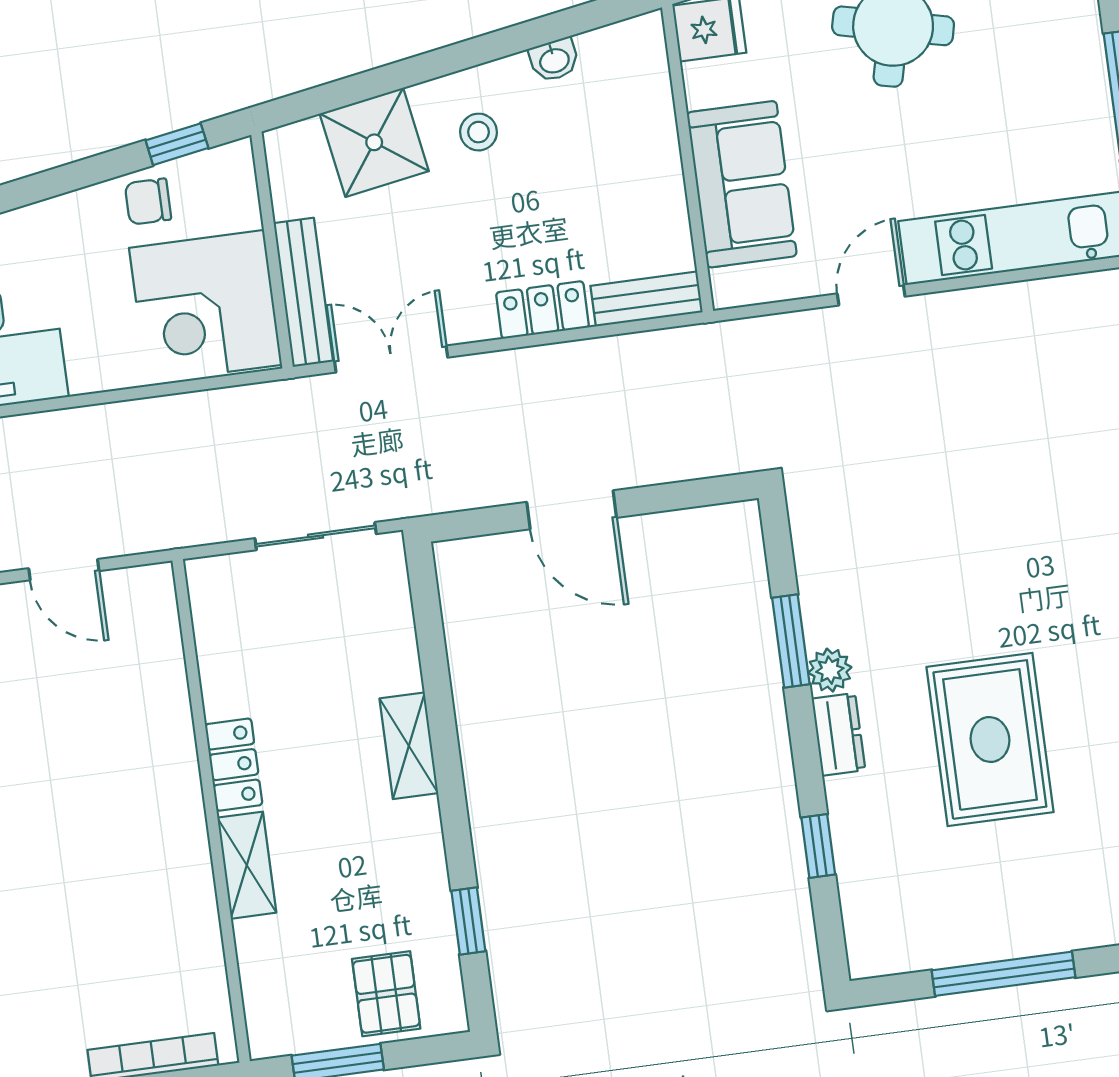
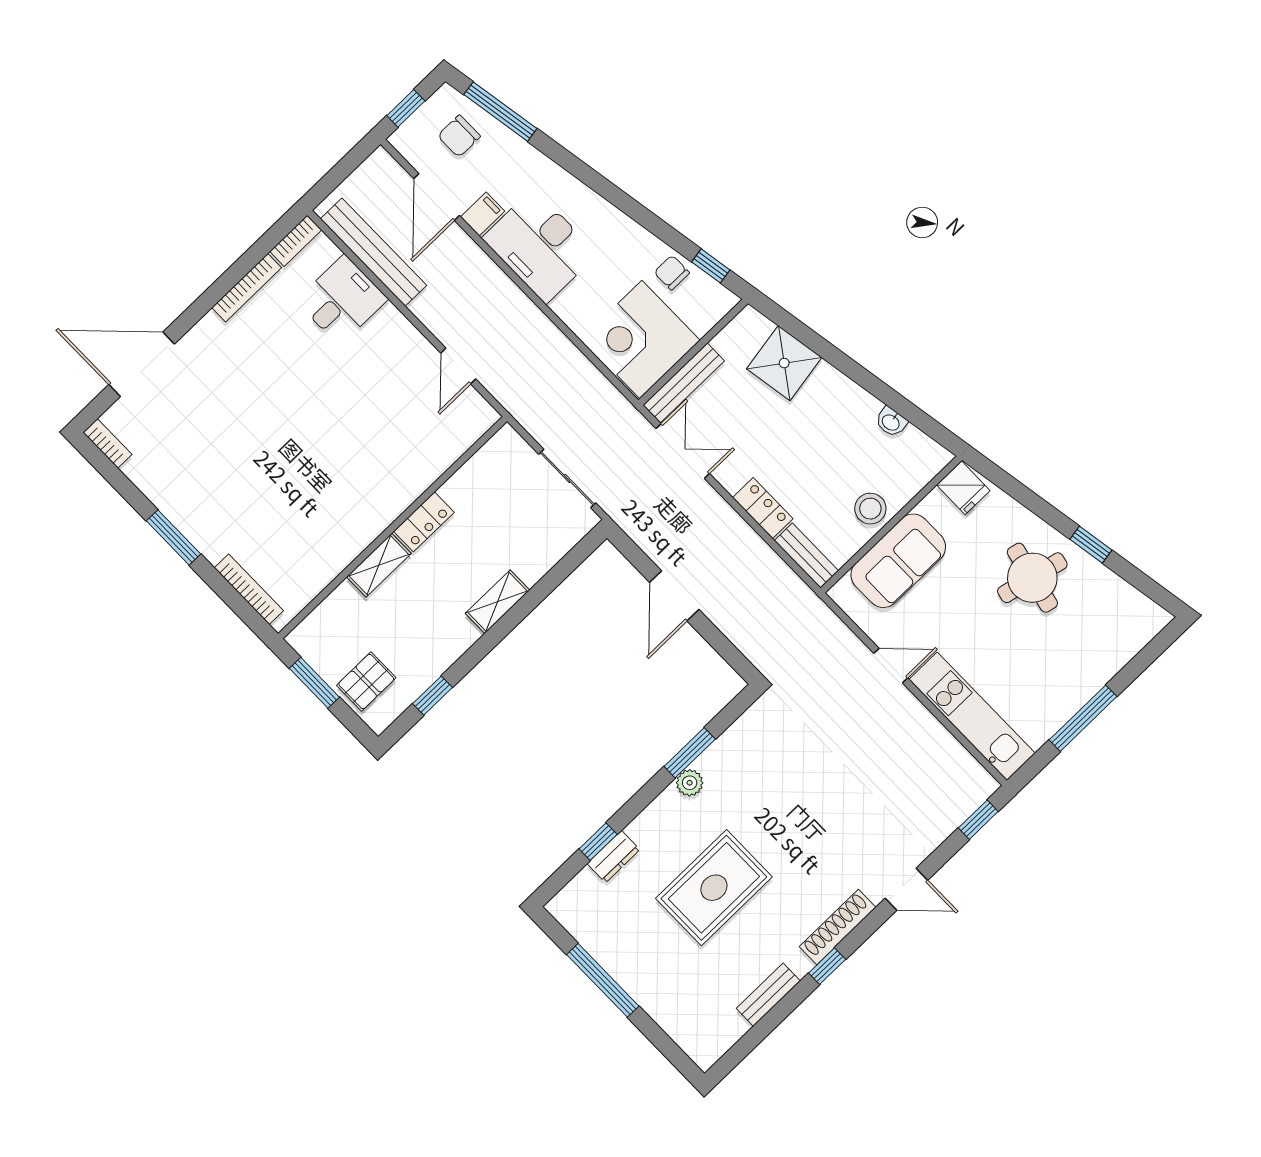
stool: (478, 132) -> (870, 509), moved, width x1.37, depth x1.37
dresser: (838, 734) -> (613, 857), moved

